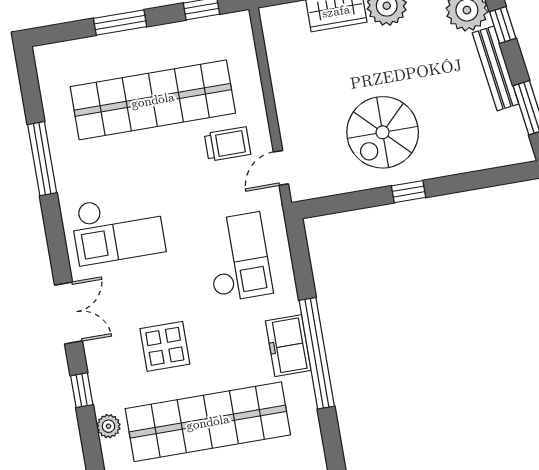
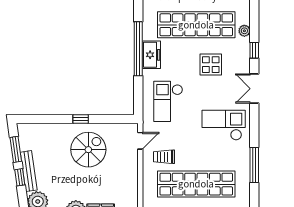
window: (503, 25) -> (20, 177), moved

